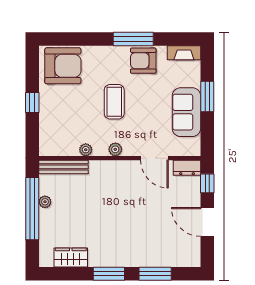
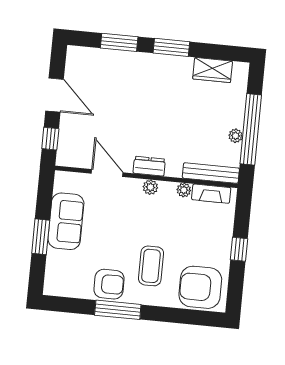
fireplace: (184, 53) -> (211, 194), moved, turned 180
coffee table: (114, 102) -> (151, 266), moved
dresser: (187, 168) -> (149, 166), moved

